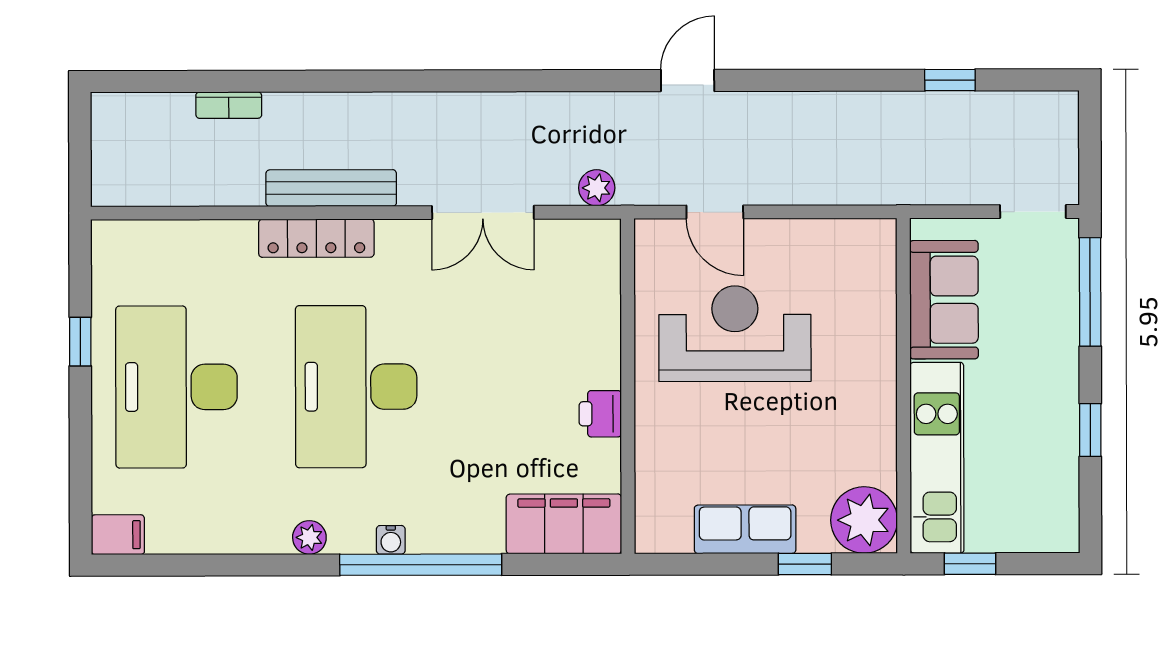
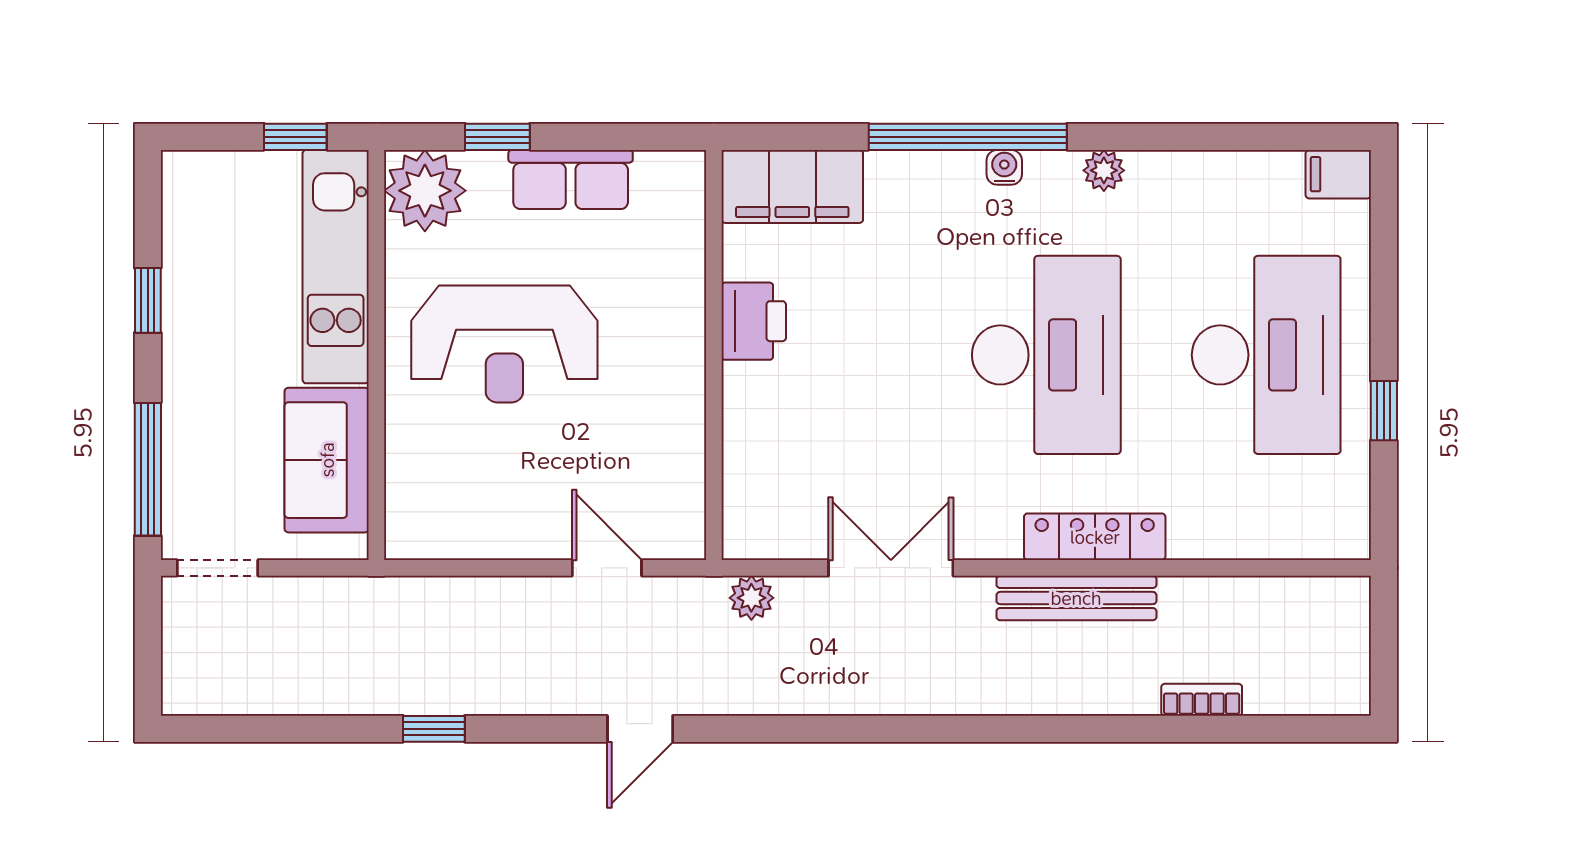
window: (950, 80) -> (434, 729), moved
reception desk: (735, 334) -> (504, 344), moved
printer: (600, 414) -> (754, 321), width x1.36, depth x1.24

